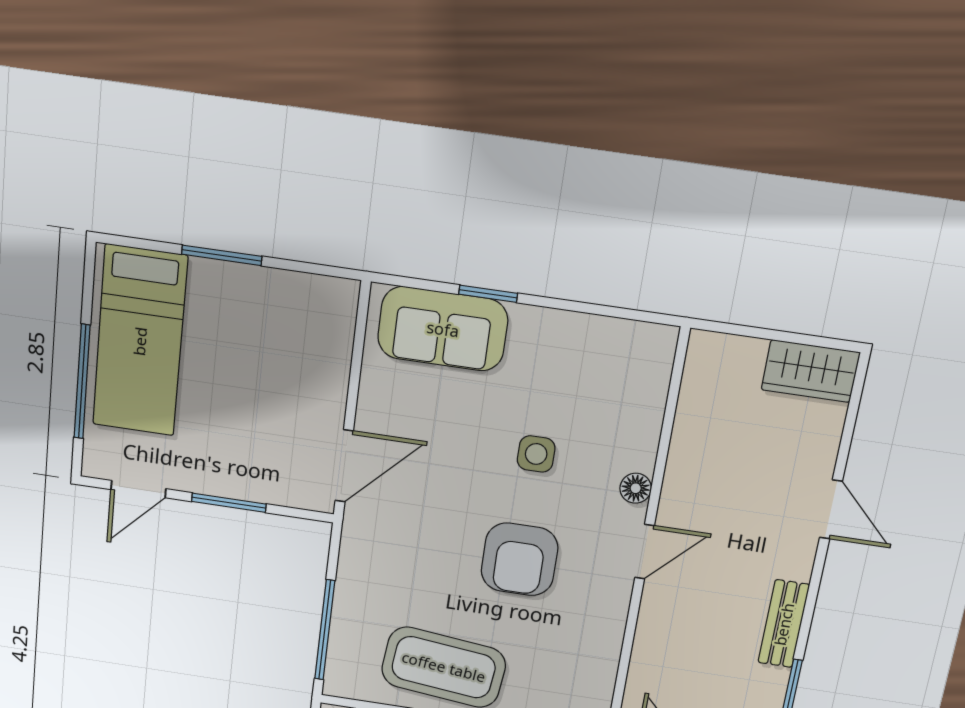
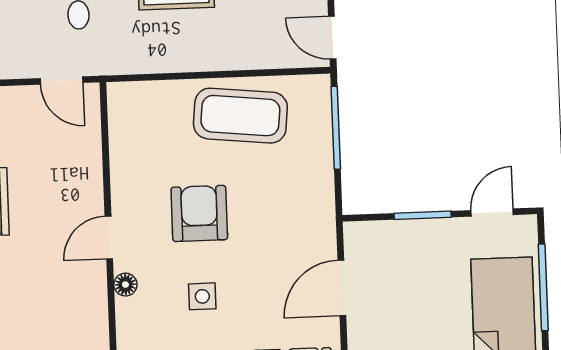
door: (344, 466) -> (342, 288), moved

